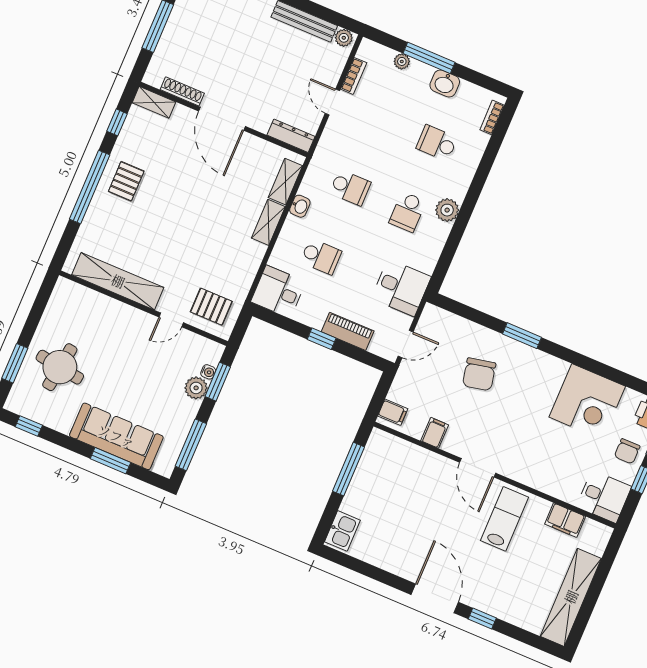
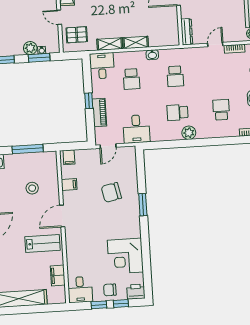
shelving: (285, 182) -> (110, 44), moved
pallet: (211, 307) -> (77, 35), turned 90
door: (406, 344) -> (108, 146), hinge flipped
stool: (412, 492) -> (32, 188), added

